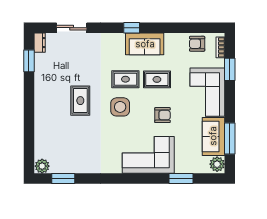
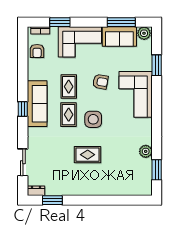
sofa: (145, 44) -> (37, 104), width x1.36
armchair: (162, 115) -> (100, 82), turned 100
plant: (42, 166) -> (146, 151), moved

